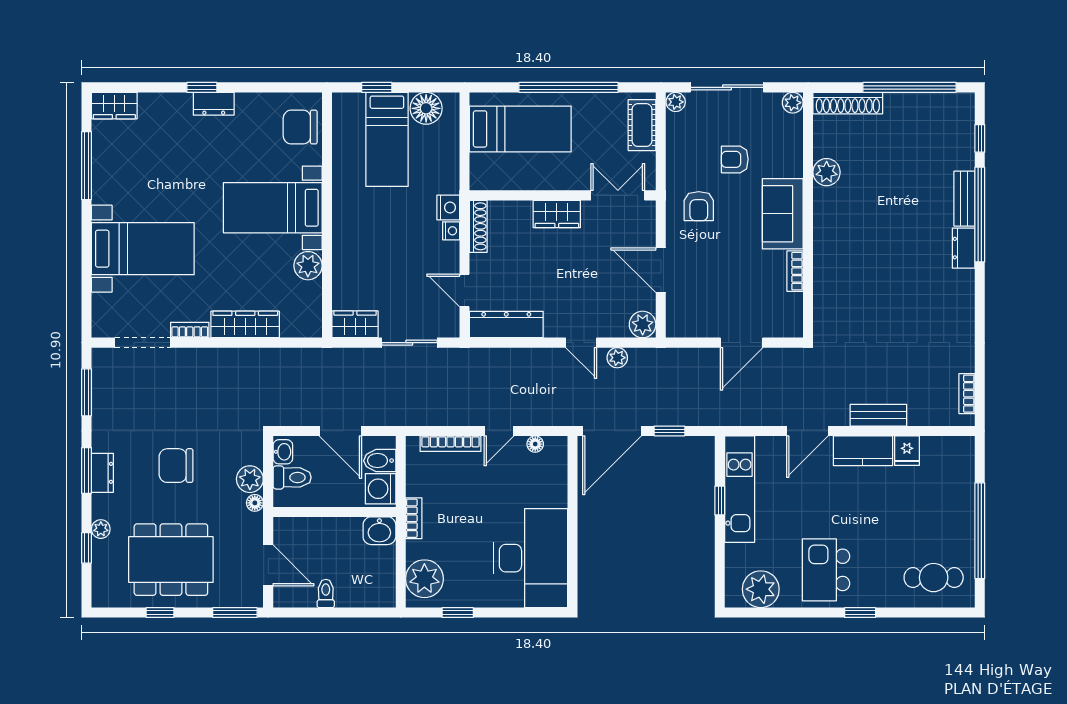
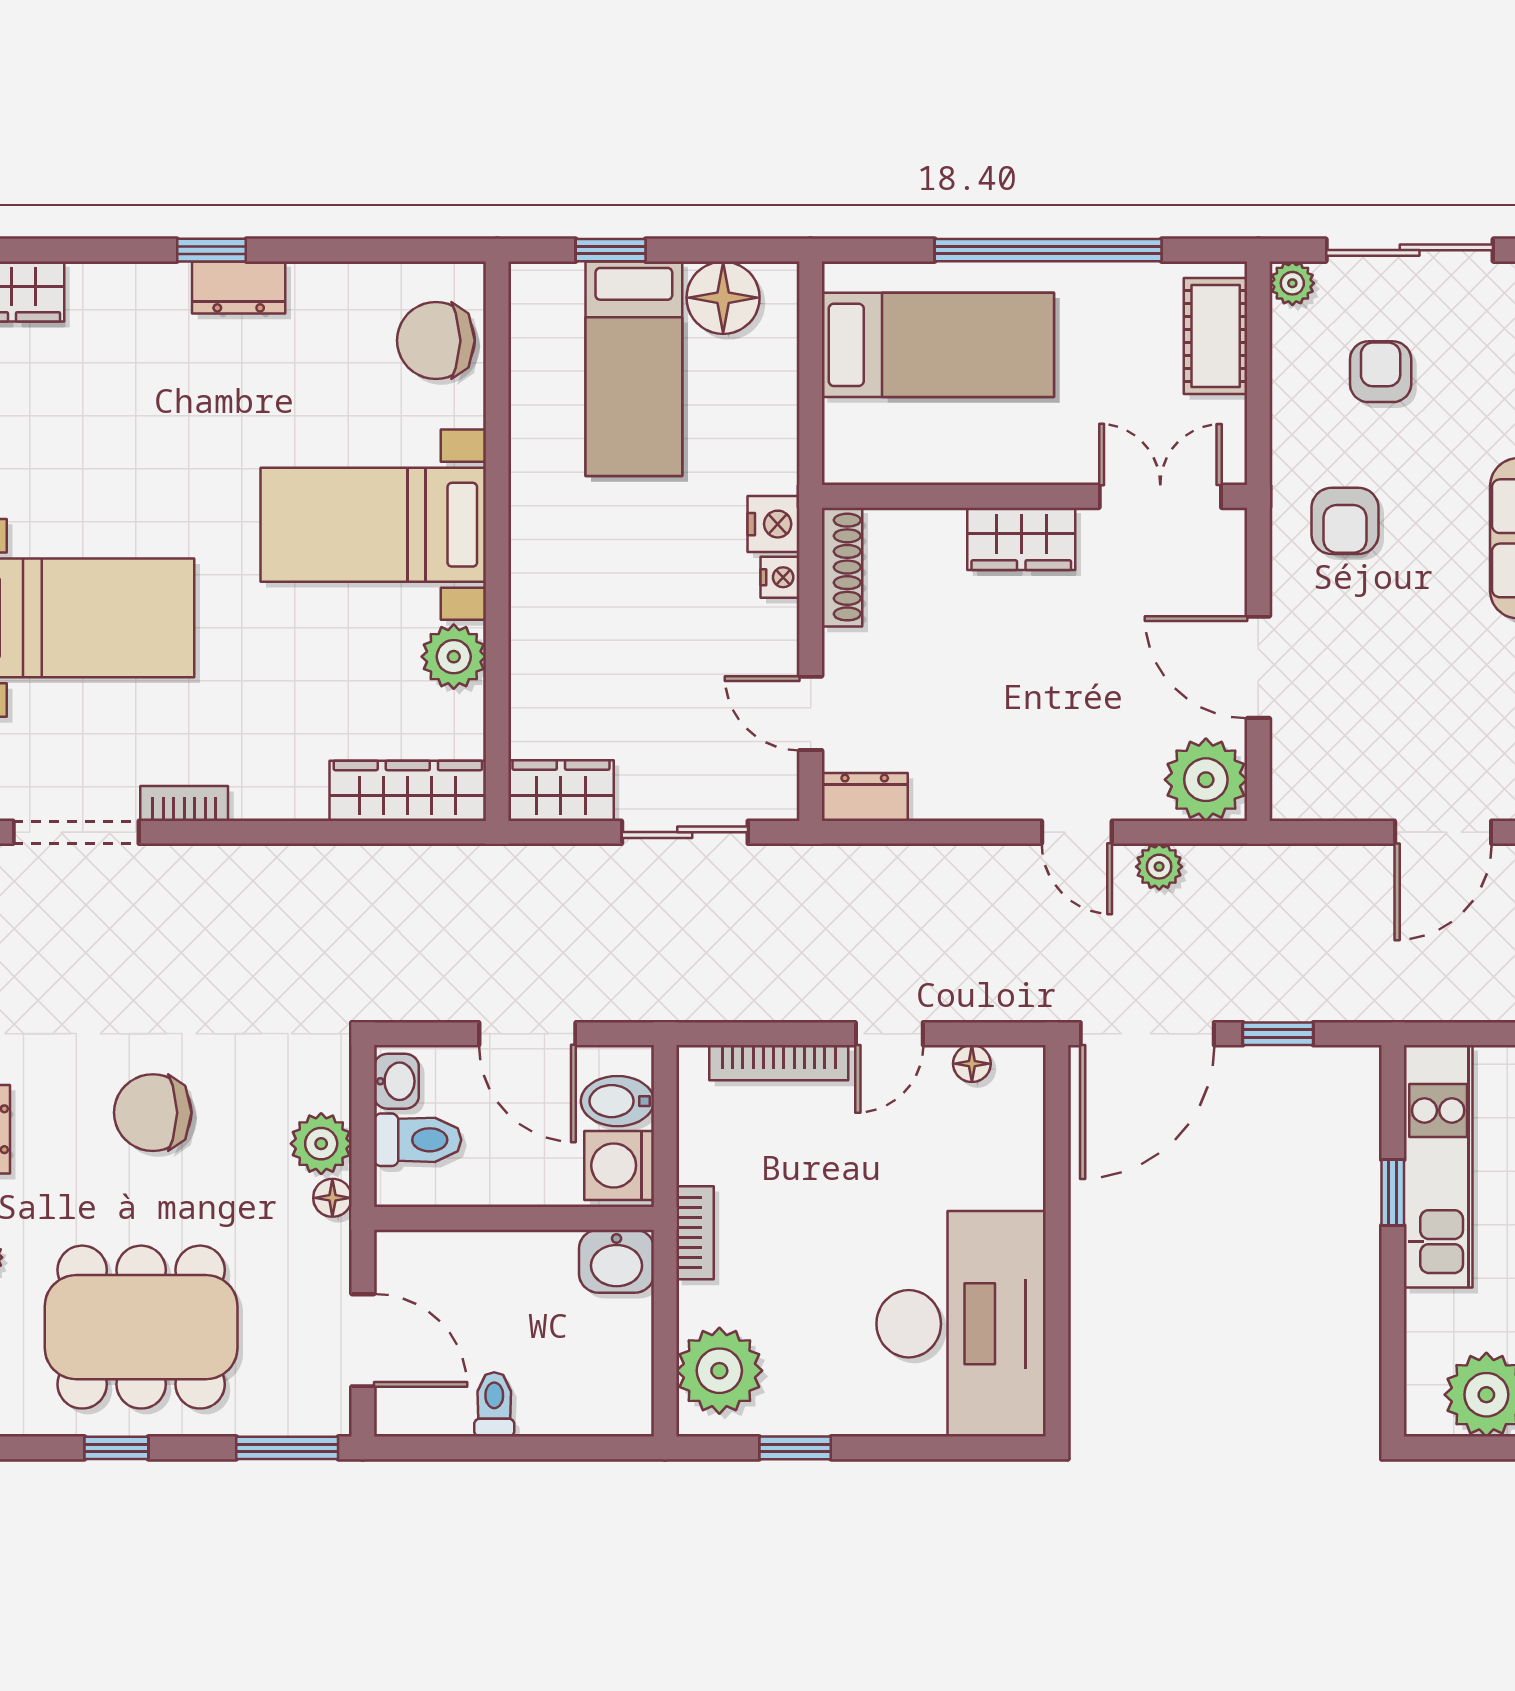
armchair: (735, 159) -> (1381, 372), moved, turned 90
wardrobe: (245, 324) -> (408, 791), moved
plant: (643, 324) -> (1206, 780), width x1.36, depth x1.36
dresser: (506, 325) -> (865, 797), width x0.51, depth x0.80

